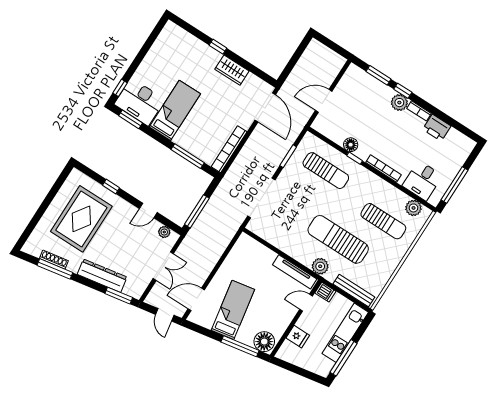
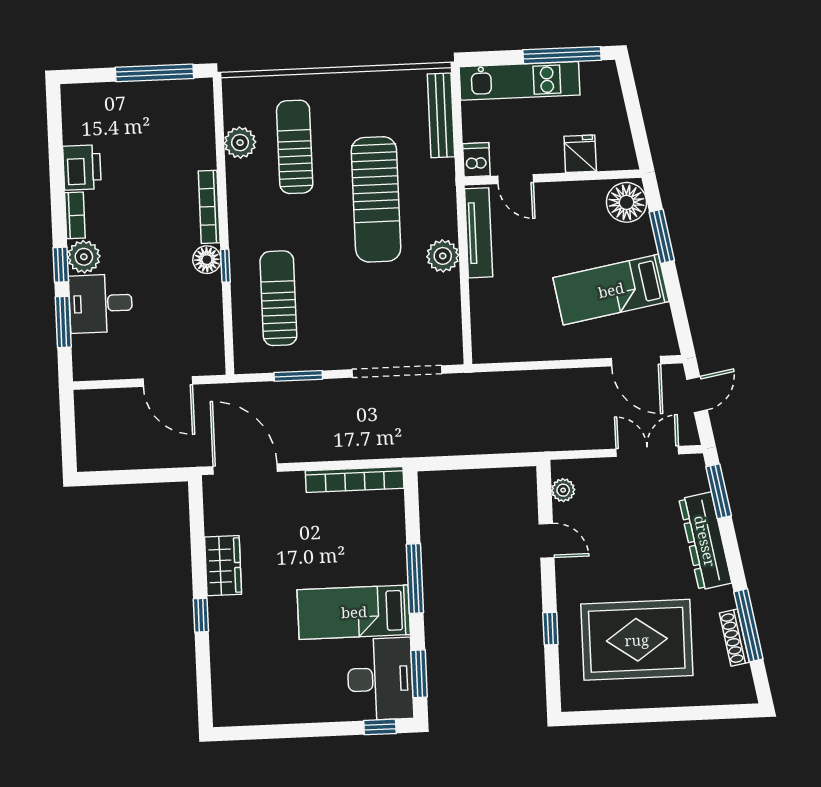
door: (265, 107) -> (245, 469), hinge flipped
floor lamp: (351, 145) -> (207, 260), moved
window: (188, 156) -> (415, 578), moved
desk: (422, 181) -> (101, 303), moved, turned 180
plant: (413, 208) -> (240, 143), moved
window: (197, 211) -> (492, 461), removed
double door: (163, 266) -> (647, 451), moved
plant: (320, 266) -> (443, 256), moved
window: (240, 346) -> (662, 236), width x0.69

